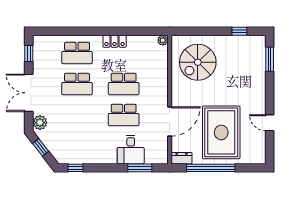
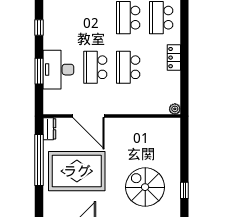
spiral stairs: (198, 62) -> (145, 187), moved
desk: (131, 150) -> (58, 70), width x1.37
window: (75, 168) -> (39, 27), moved
window: (140, 168) -> (39, 71), moved

